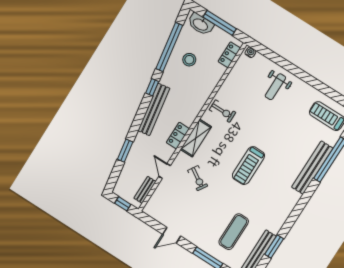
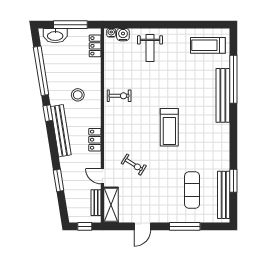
stool: (189, 60) -> (78, 95), moved
water cooler: (260, 60) -> (123, 35), added
shelving: (196, 138) -> (111, 205), moved

